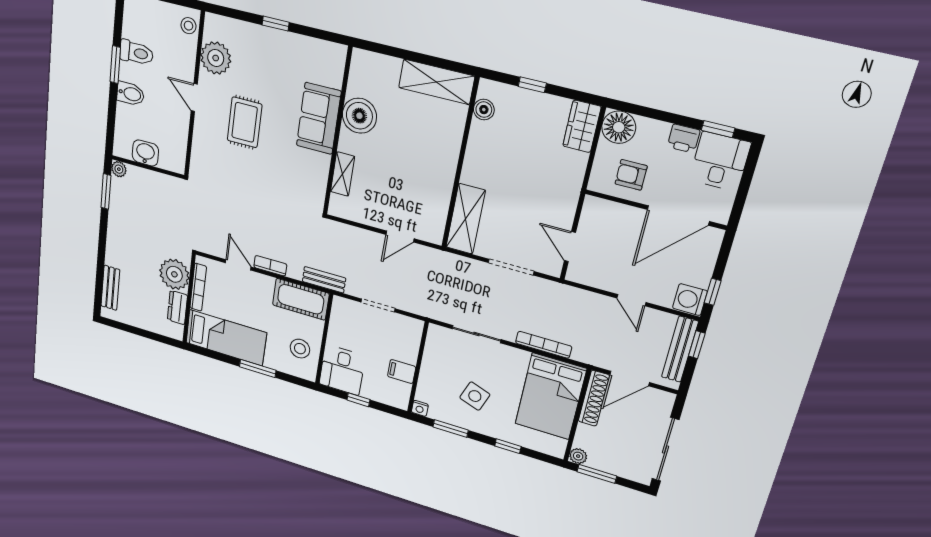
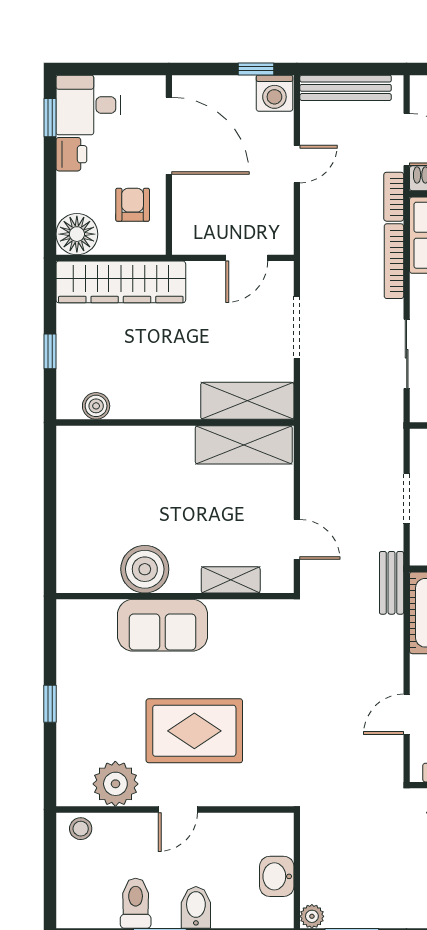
shelving: (437, 82) -> (244, 445), moved, turned 90
rug: (245, 122) -> (194, 731), width x1.36, depth x1.43
wardrobe: (582, 126) -> (121, 282), width x2.10, depth x1.17
armchair: (631, 175) -> (133, 205), turned 180
door: (400, 236) -> (297, 539), moved
bookcase: (270, 266) -> (394, 197), moved
window: (697, 345) -> (333, 69), removed

